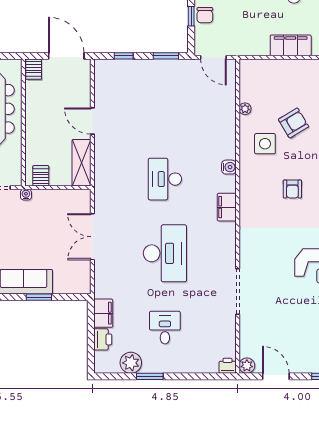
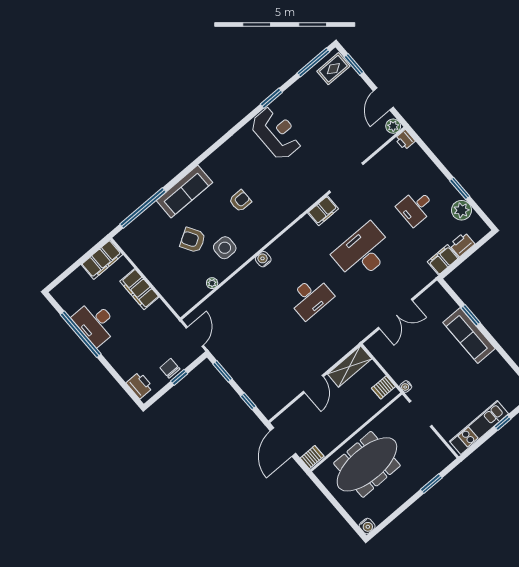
chair: (205, 15) -> (170, 368), turned -90
filing cabinet: (227, 207) -> (323, 211), moved

